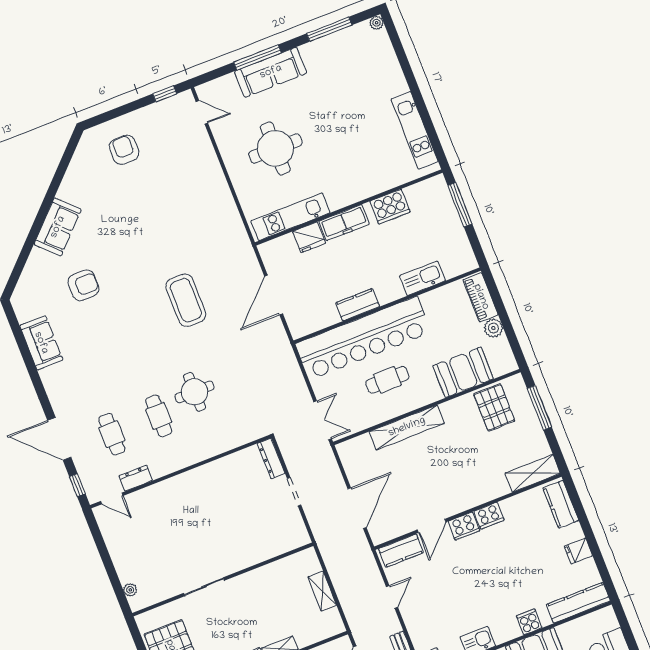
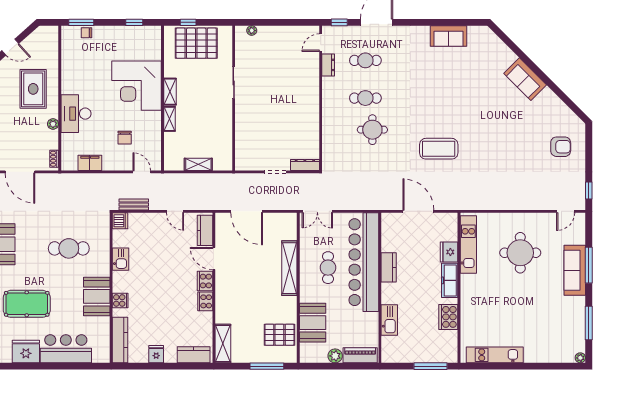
armchair: (83, 285) -> (477, 81), removed

